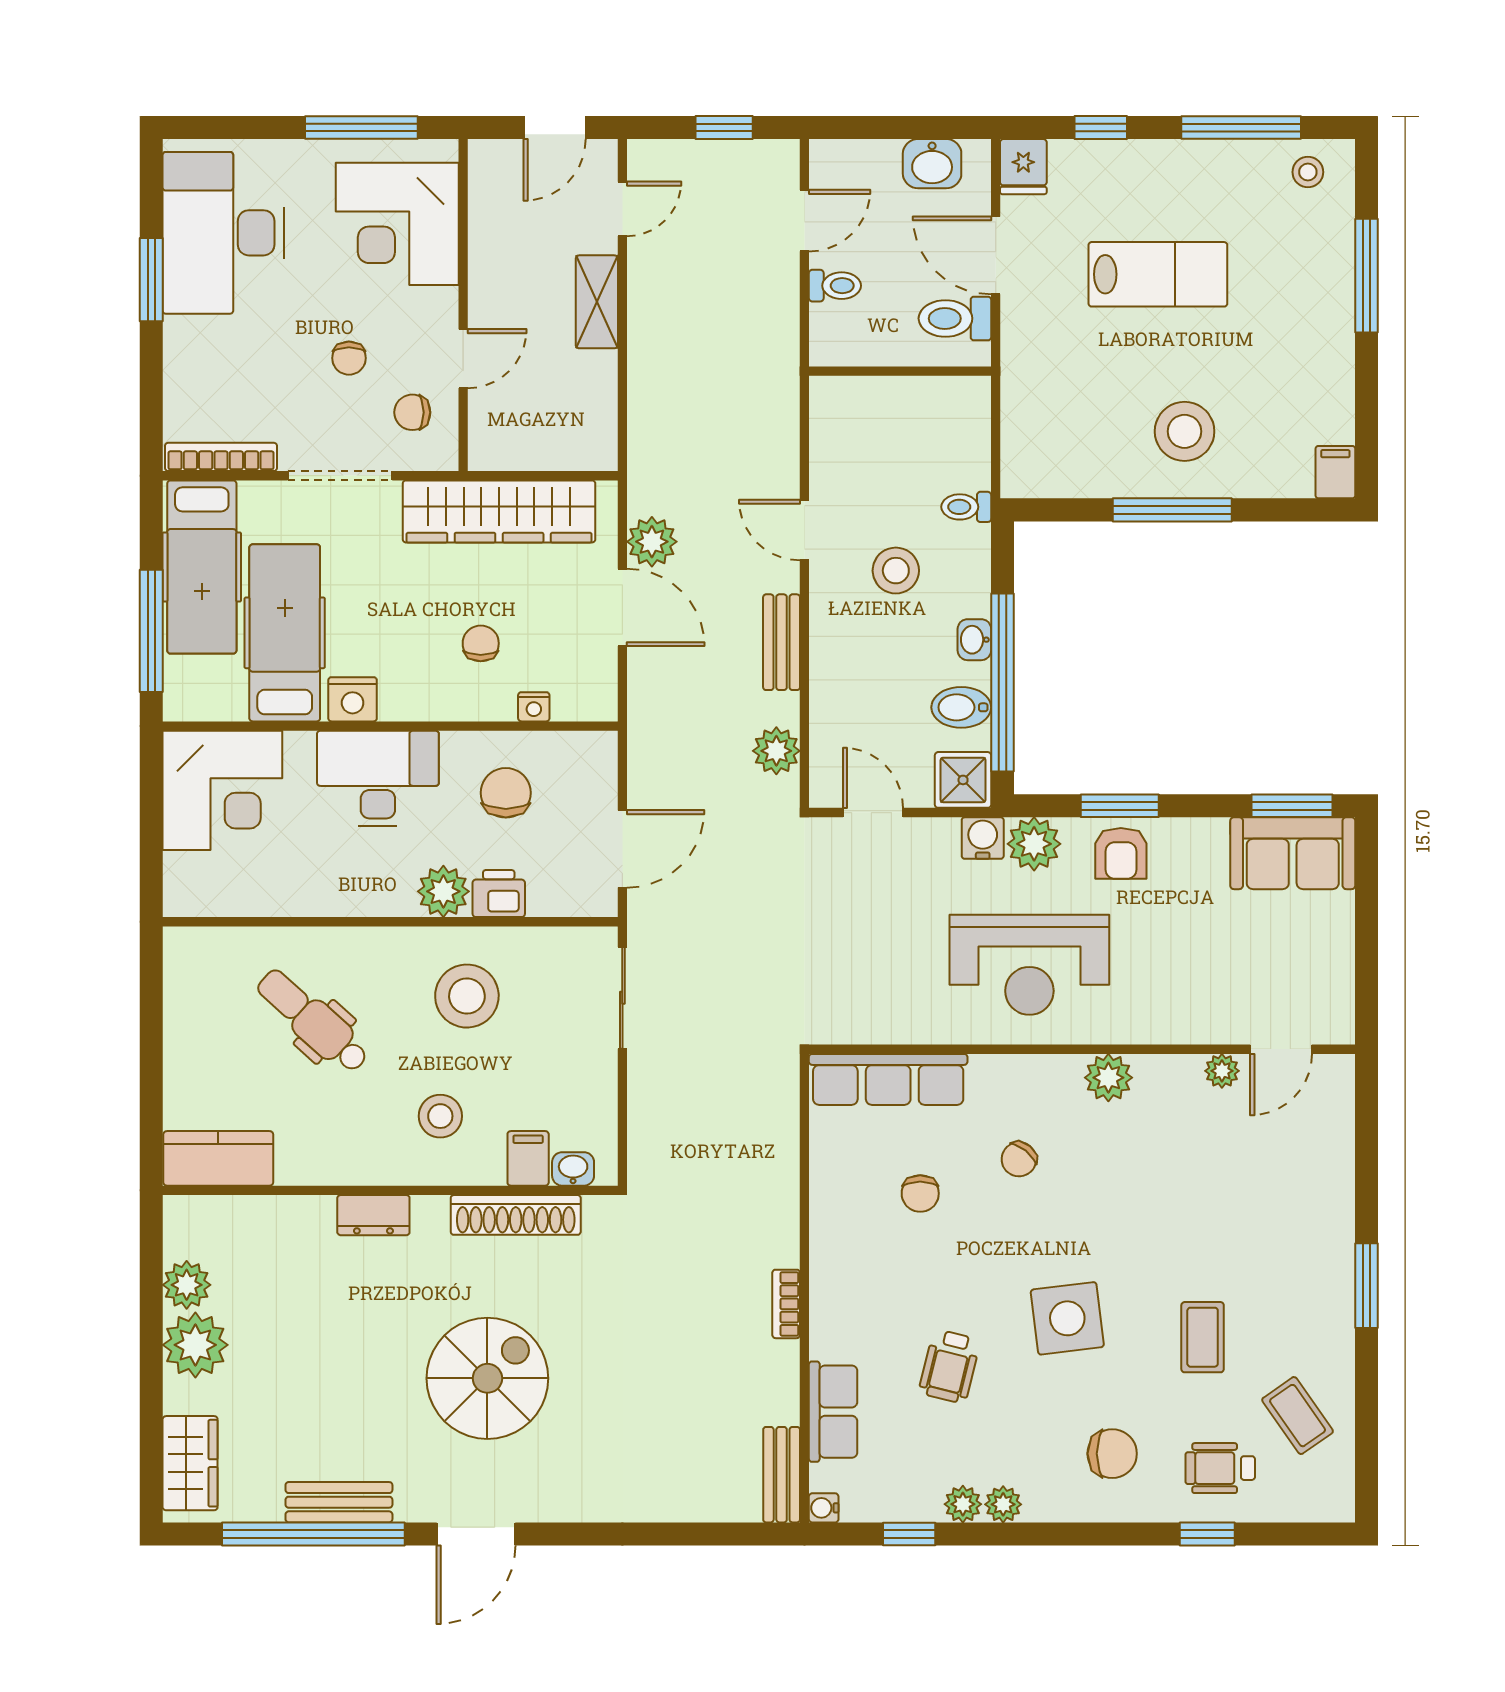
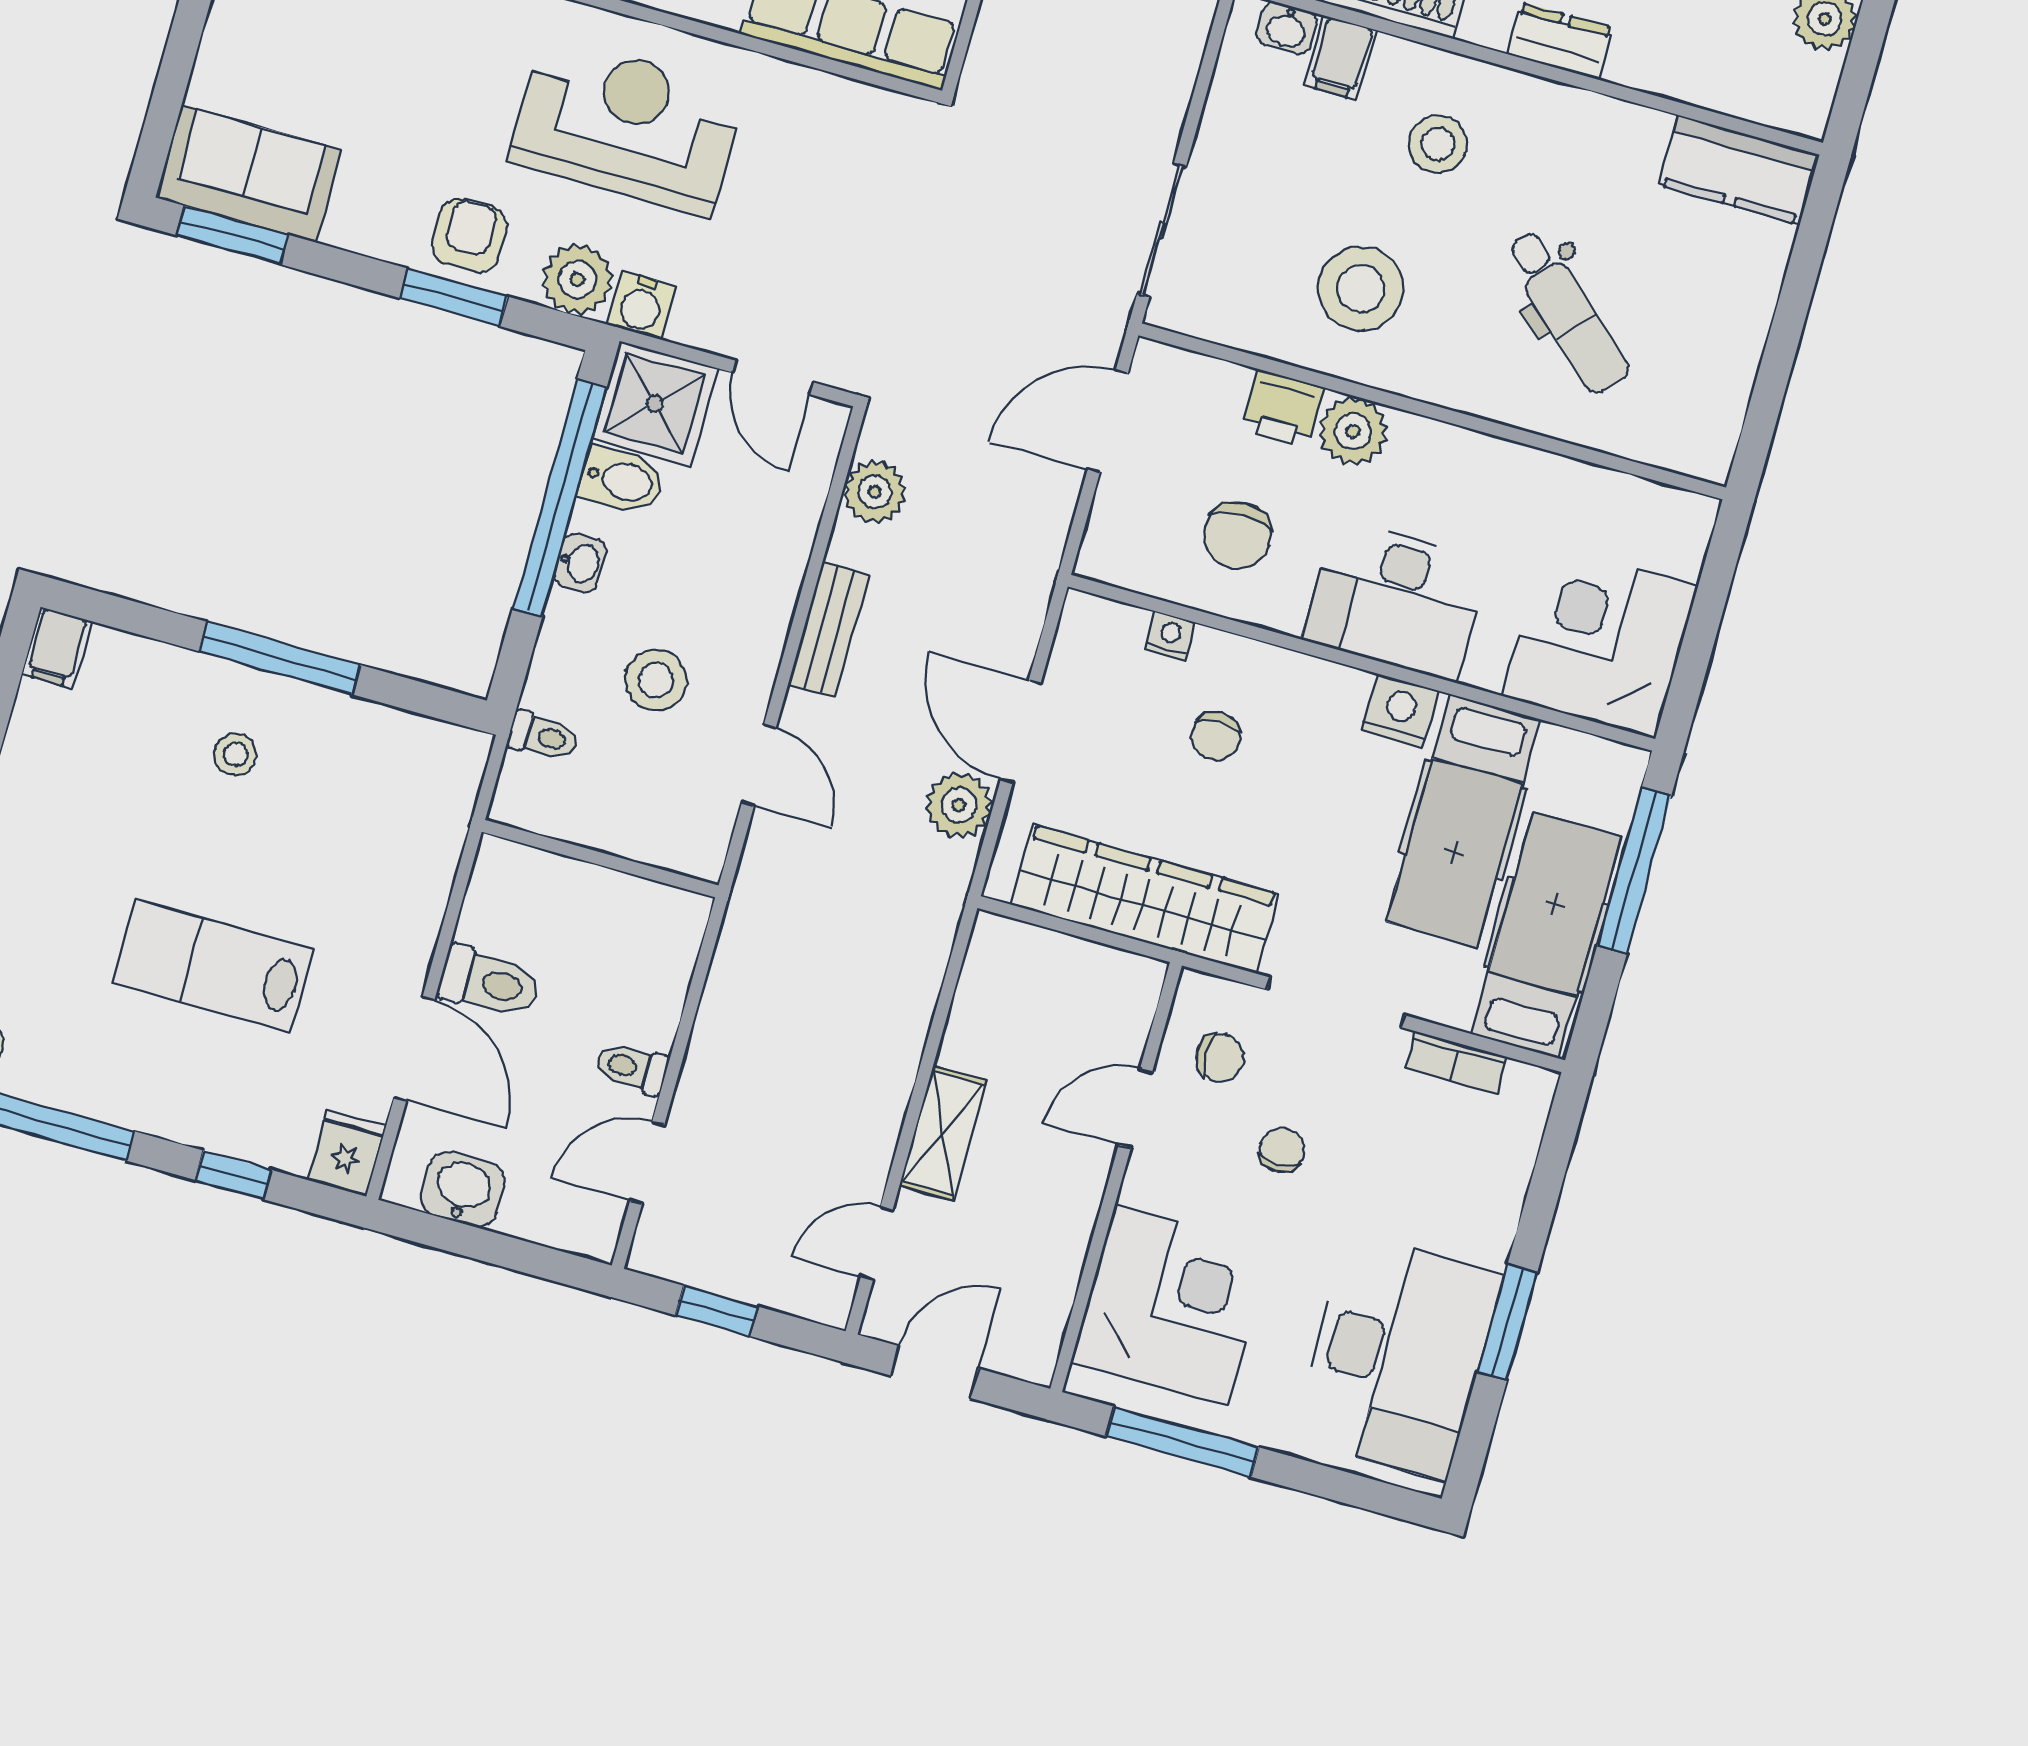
wall: (900, 371) -> (600, 859), moved
stool: (1185, 431) -> (235, 755), width x0.53, depth x0.53
bookcase: (221, 457) -> (1456, 1062), width x0.64
shower: (963, 780) -> (655, 404), width x1.36, depth x1.36

